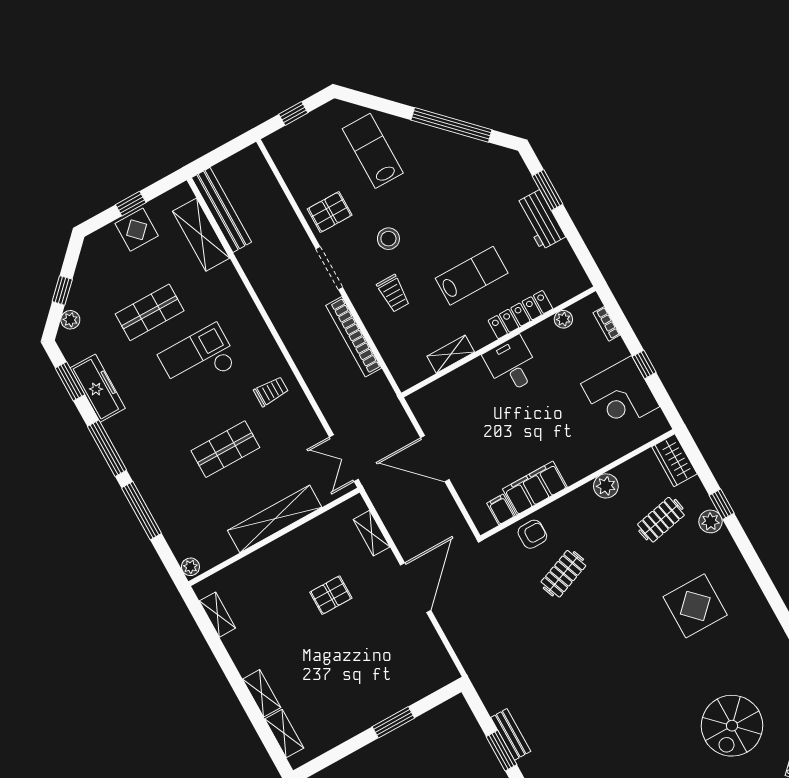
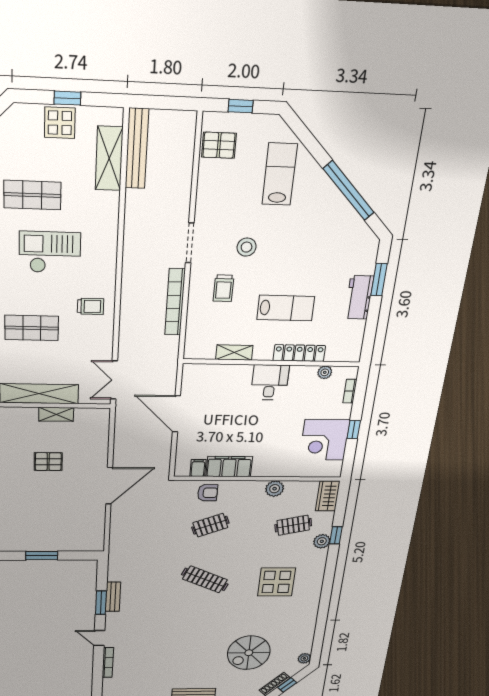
pallet: (330, 212) -> (219, 145), moved
shelving: (372, 533) -> (56, 414), moved, turned 90
clothes rail: (606, 650) -> (205, 579), added

